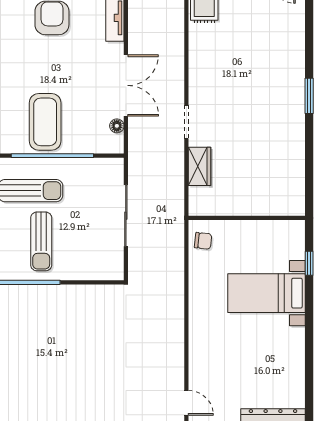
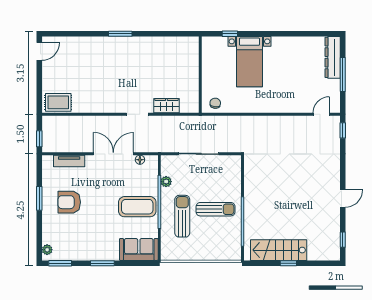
plant: (83, 166) -> (166, 182), added

